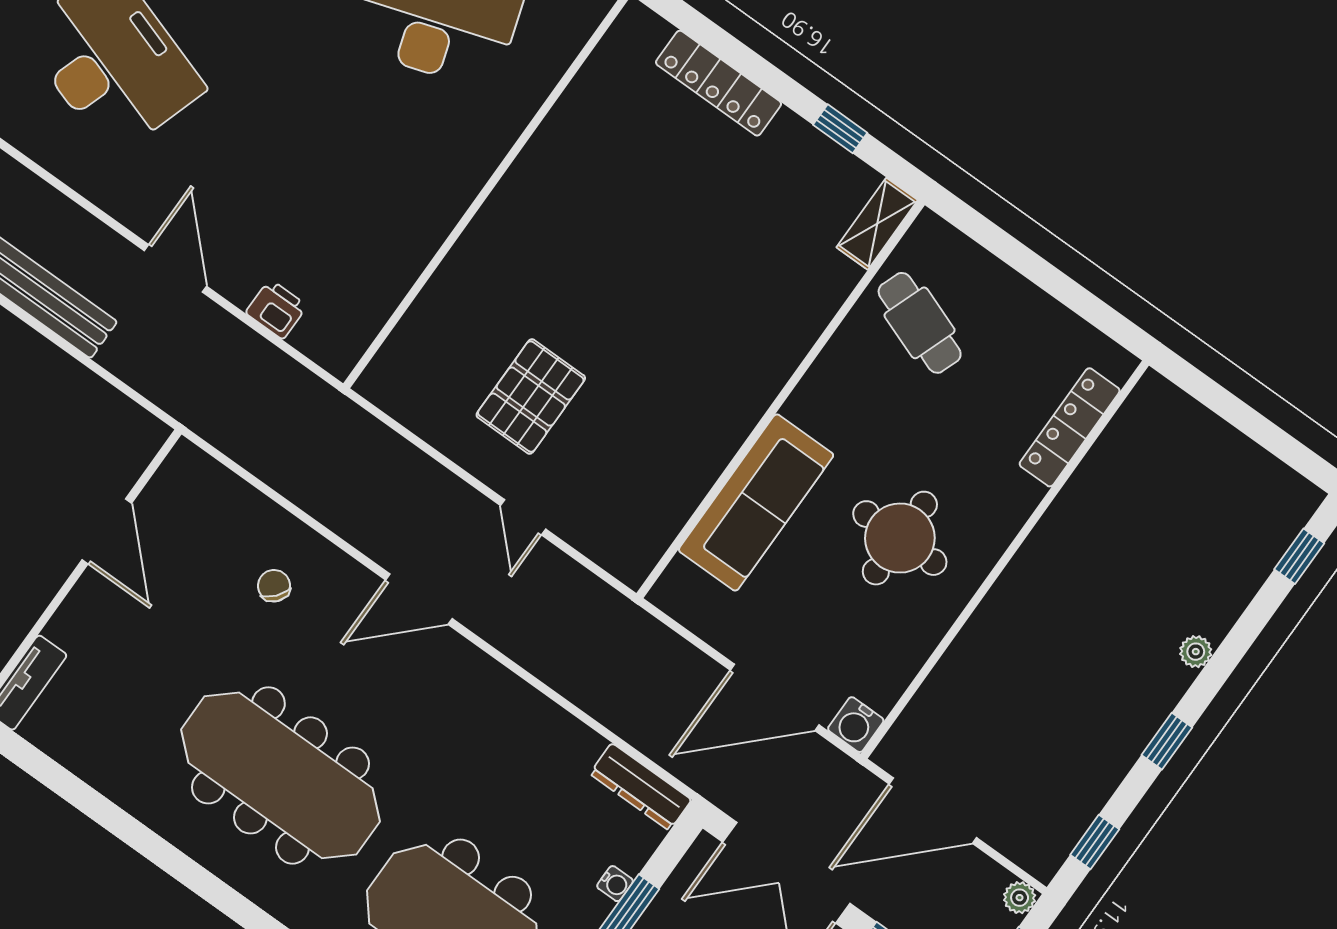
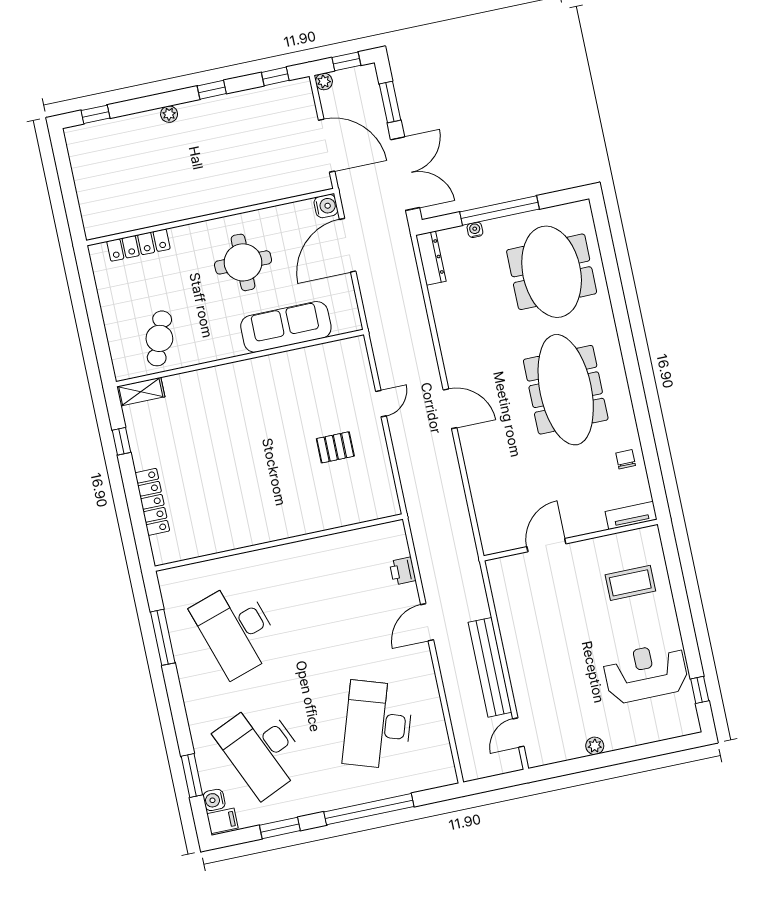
pallet: (531, 397) -> (335, 447), width x0.67, depth x0.71
chair: (274, 586) -> (626, 459), moved, turned 140
door: (775, 697) -> (348, 245), swing flipped

